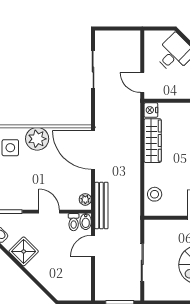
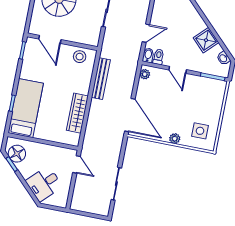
nightstand: (151, 110) -> (74, 139), removed
plant: (37, 139) -> (175, 139), width x0.53, depth x0.53
stool: (155, 194) -> (80, 57), moved
bench: (101, 206) -> (101, 79), moved

